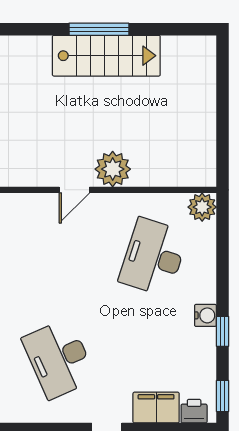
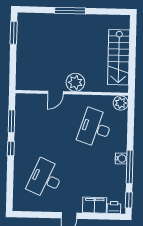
stairs: (106, 56) -> (119, 57), moved, turned 90
window: (223, 331) -> (130, 167), width x2.17
desk: (59, 359) -> (45, 179), turned 48

